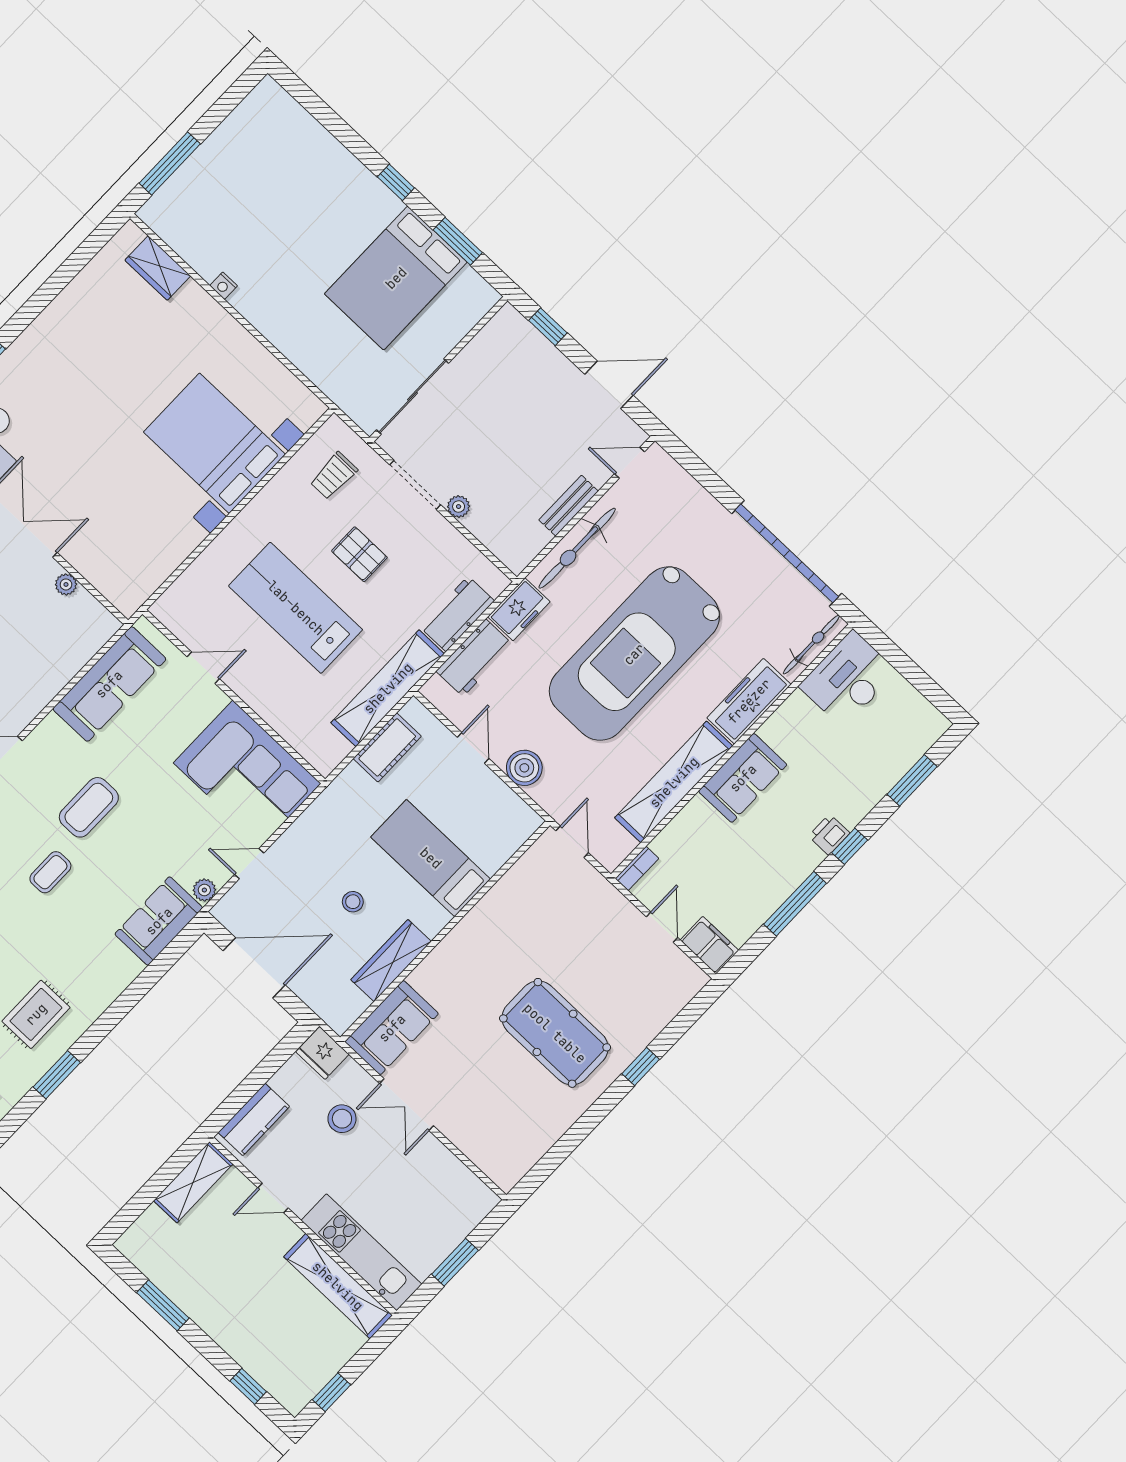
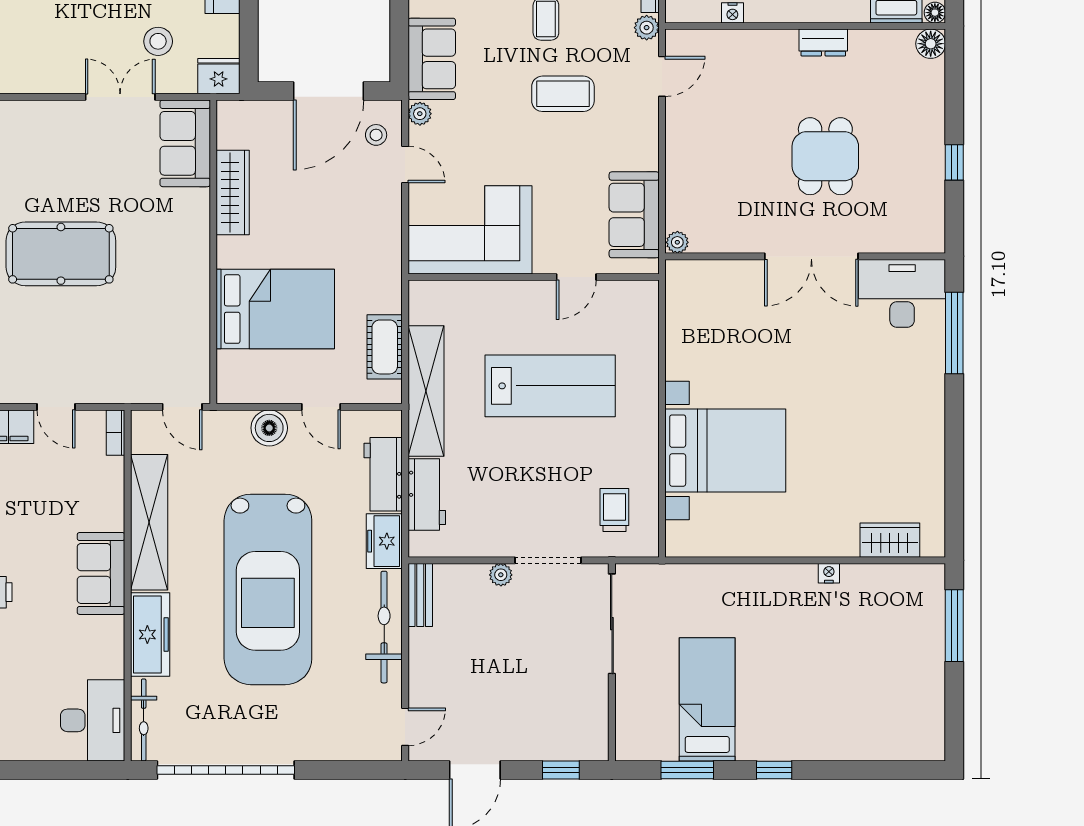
bed: (396, 278) -> (707, 699), width x0.67
bench: (569, 506) -> (420, 595), moved
pallet: (359, 554) -> (541, 470), removed
plant: (66, 584) -> (677, 242), moved
car: (634, 654) -> (268, 589), turned 180
sofa: (109, 684) -> (634, 215), width x0.73
coffee table: (89, 807) -> (563, 94), turned 90
bed: (431, 858) -> (275, 309), width x1.50
door: (249, 864) -> (405, 164), hinge flipped
stool: (353, 902) -> (376, 135), moved

